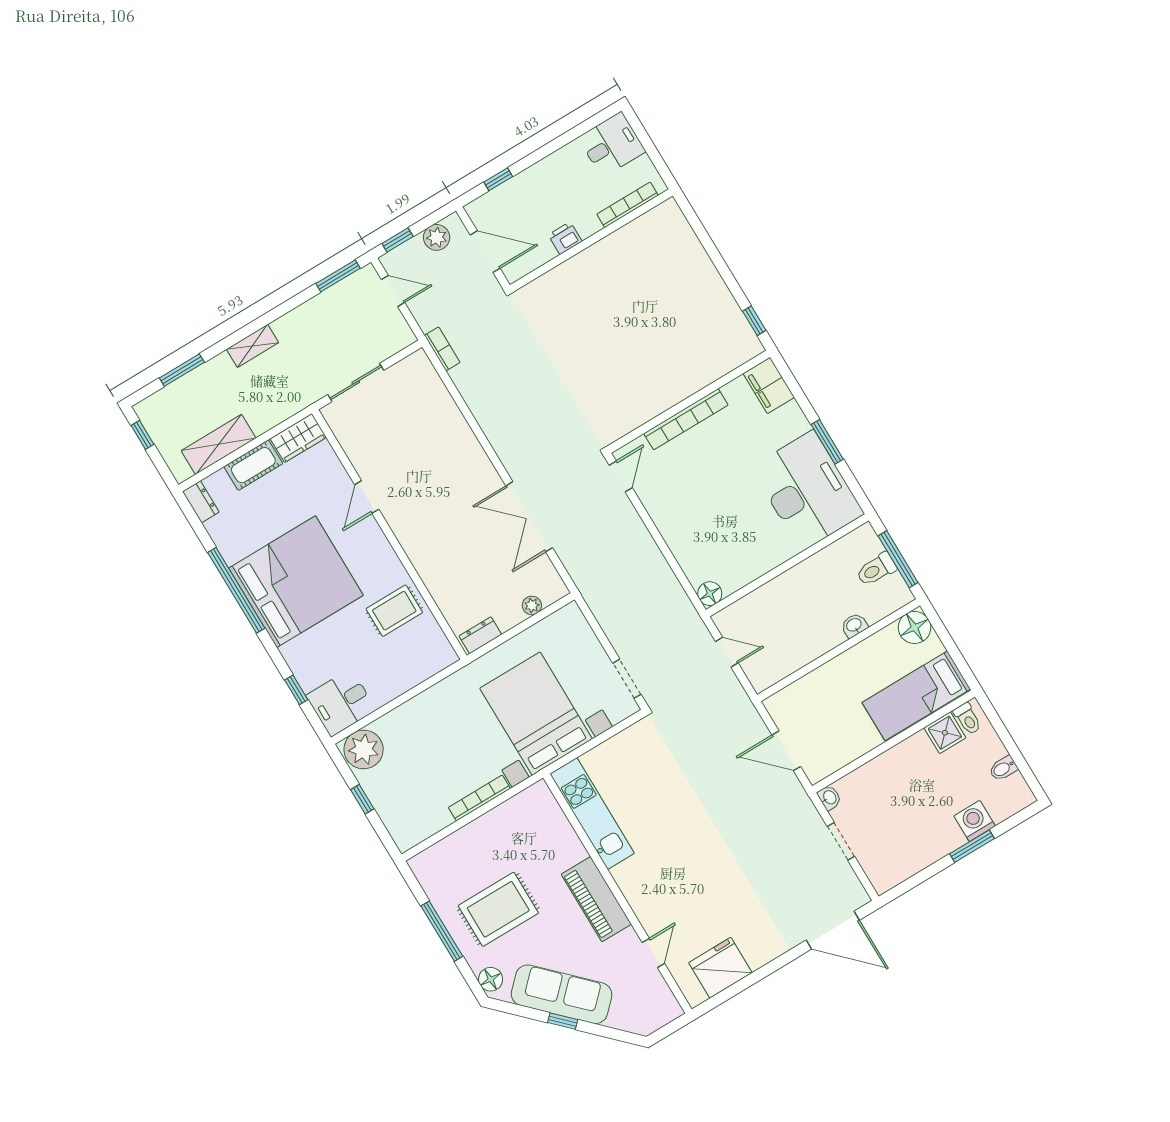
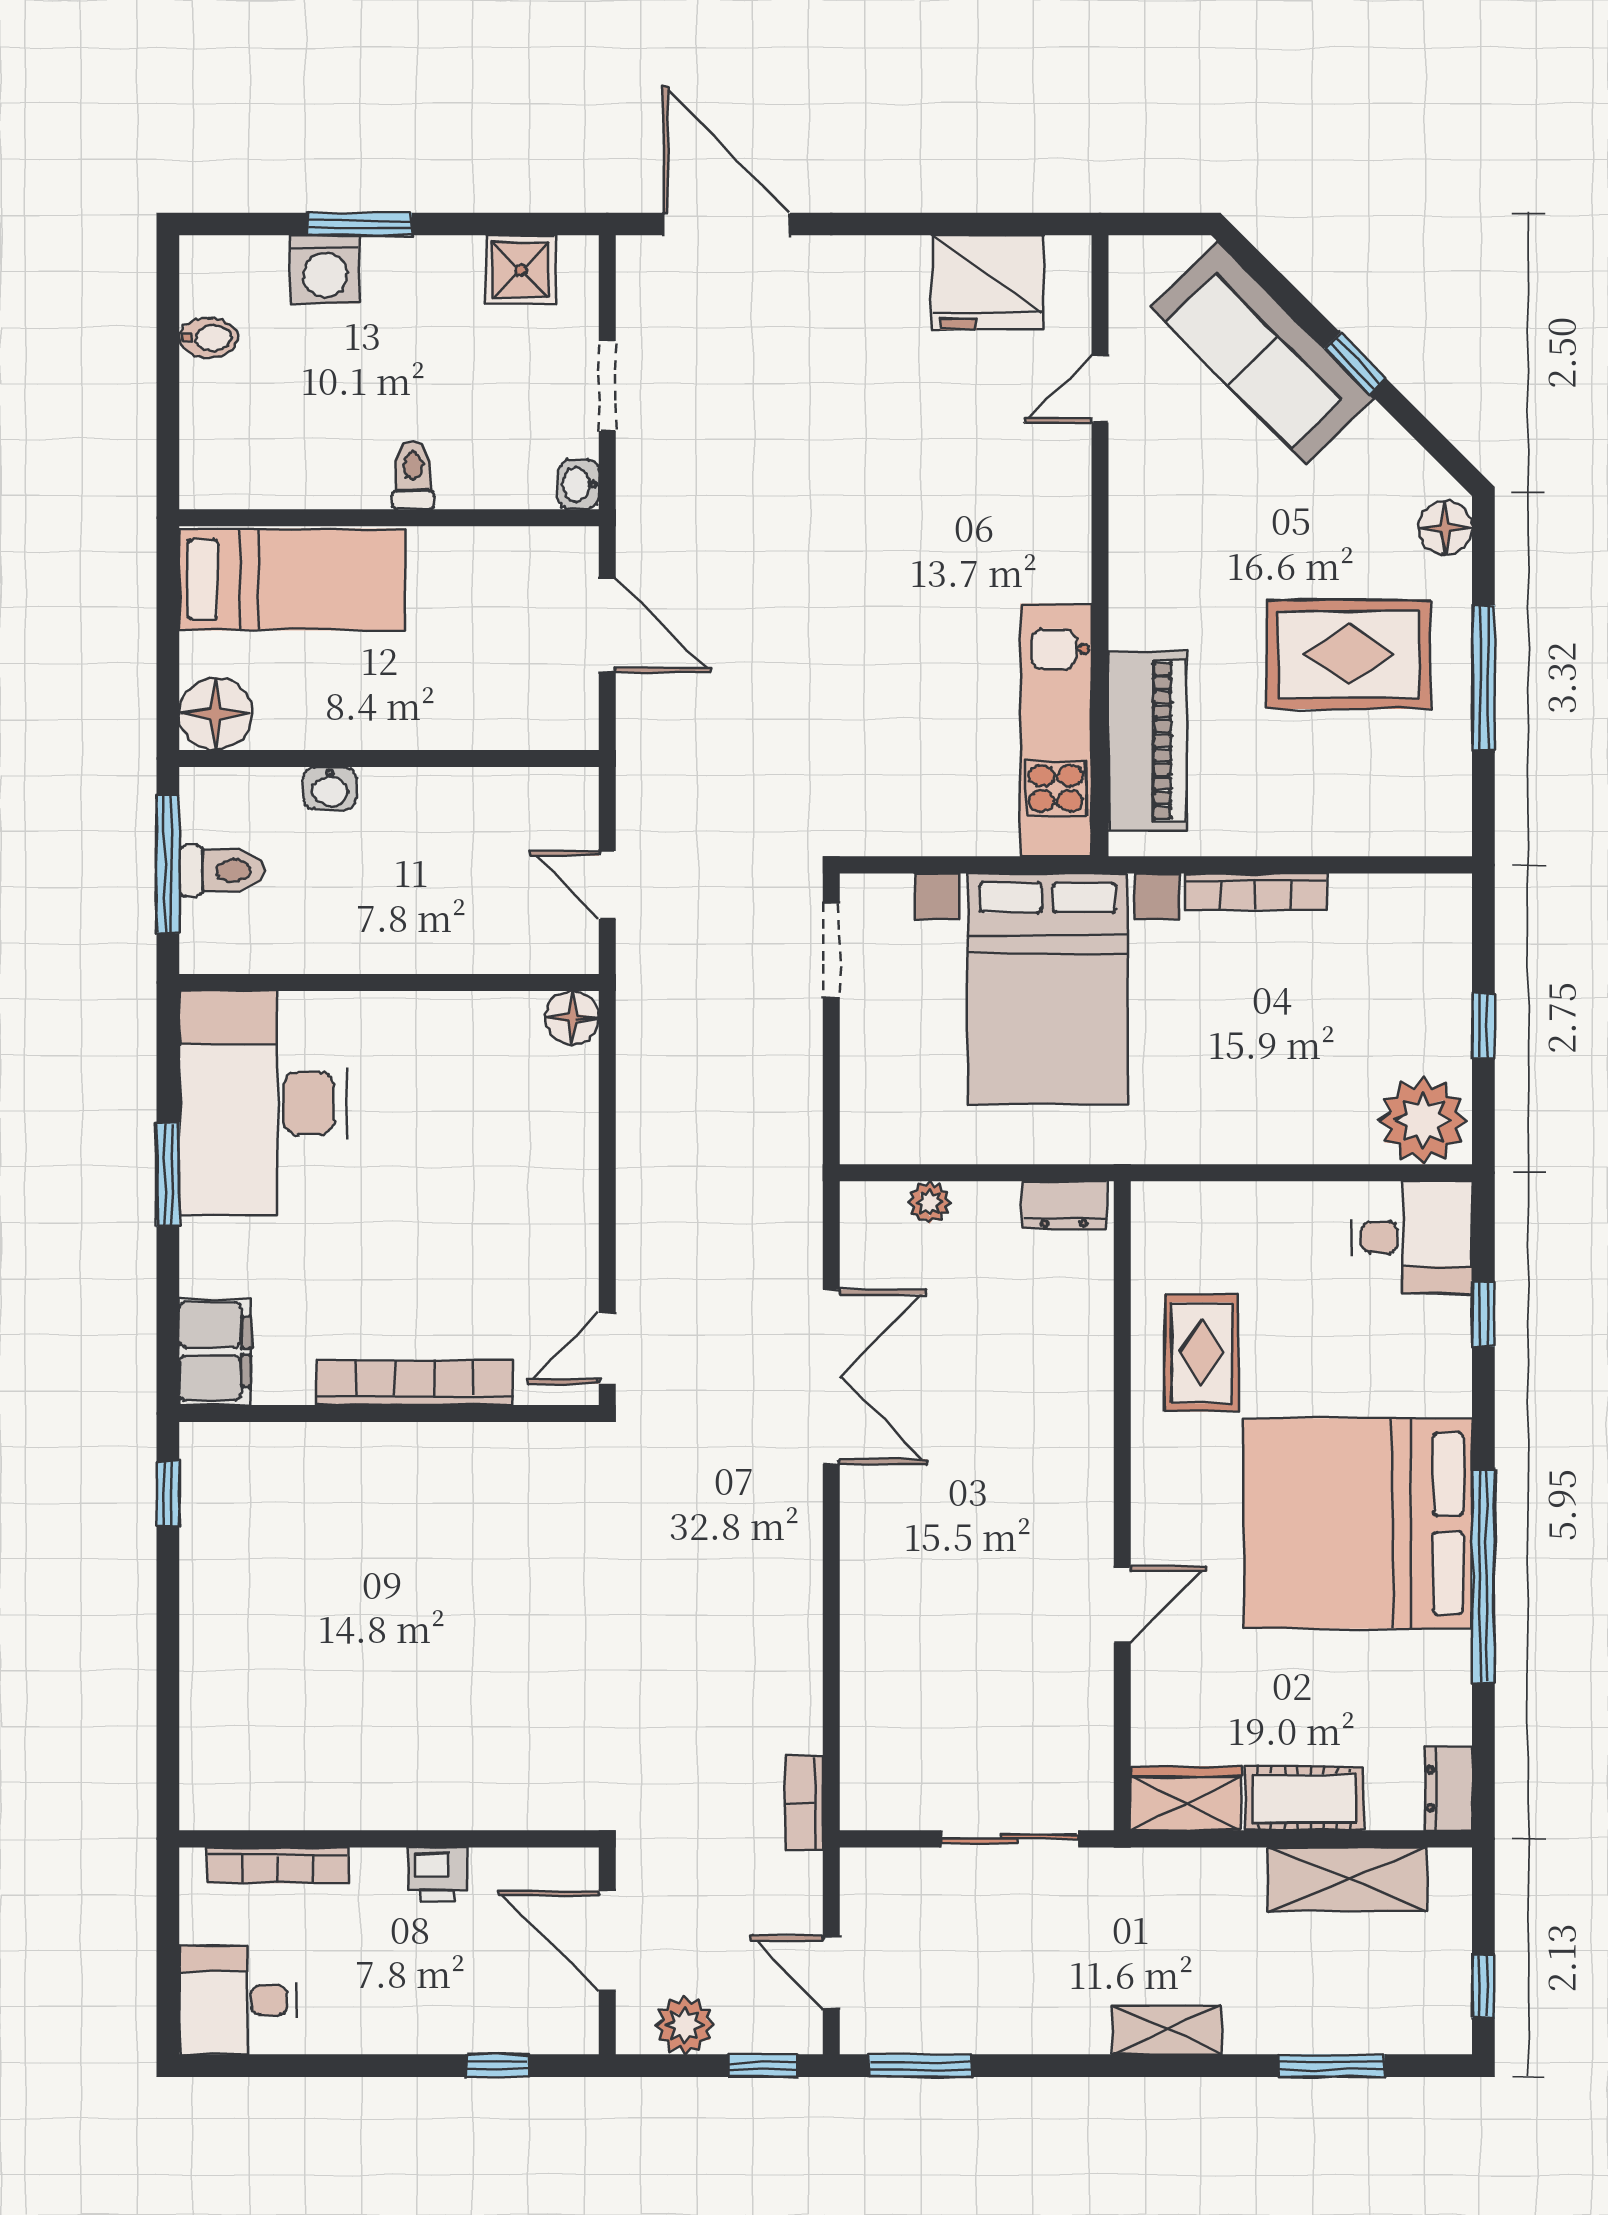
rug: (394, 611) -> (1202, 1353), turned 90
toilet: (968, 719) -> (413, 475), moved
shower: (945, 733) -> (521, 270), moved
piano: (596, 899) -> (1147, 741), moved
sofa: (562, 994) -> (1262, 353), moved

